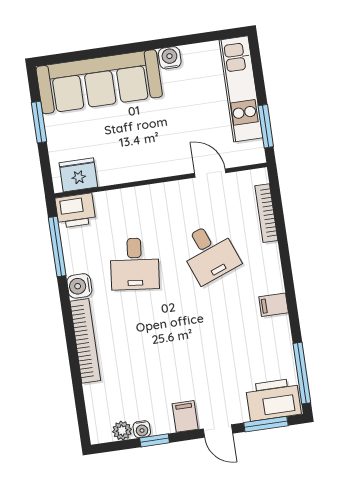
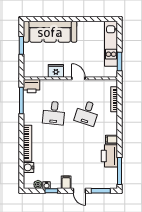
water cooler: (170, 58) -> (82, 26), removed
door: (210, 173) -> (78, 78), moved
fridge: (78, 175) -> (56, 71), moved
desk: (209, 253) -> (87, 113), turned 39
water cooler: (79, 286) -> (29, 167), moved
printer: (273, 400) -> (109, 156), moved, turned -90

